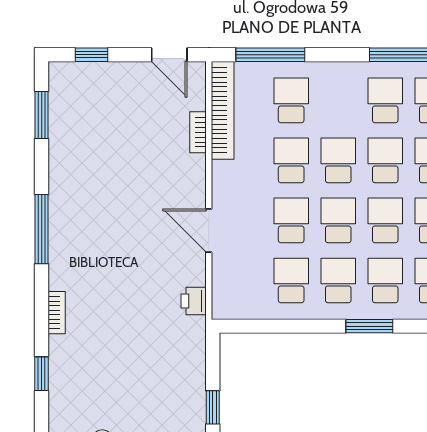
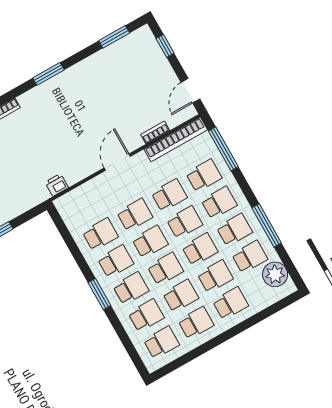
school desk: (338, 100) -> (219, 203), added
window: (42, 229) -> (49, 74), width x0.69
door: (209, 230) -> (117, 162), moved

